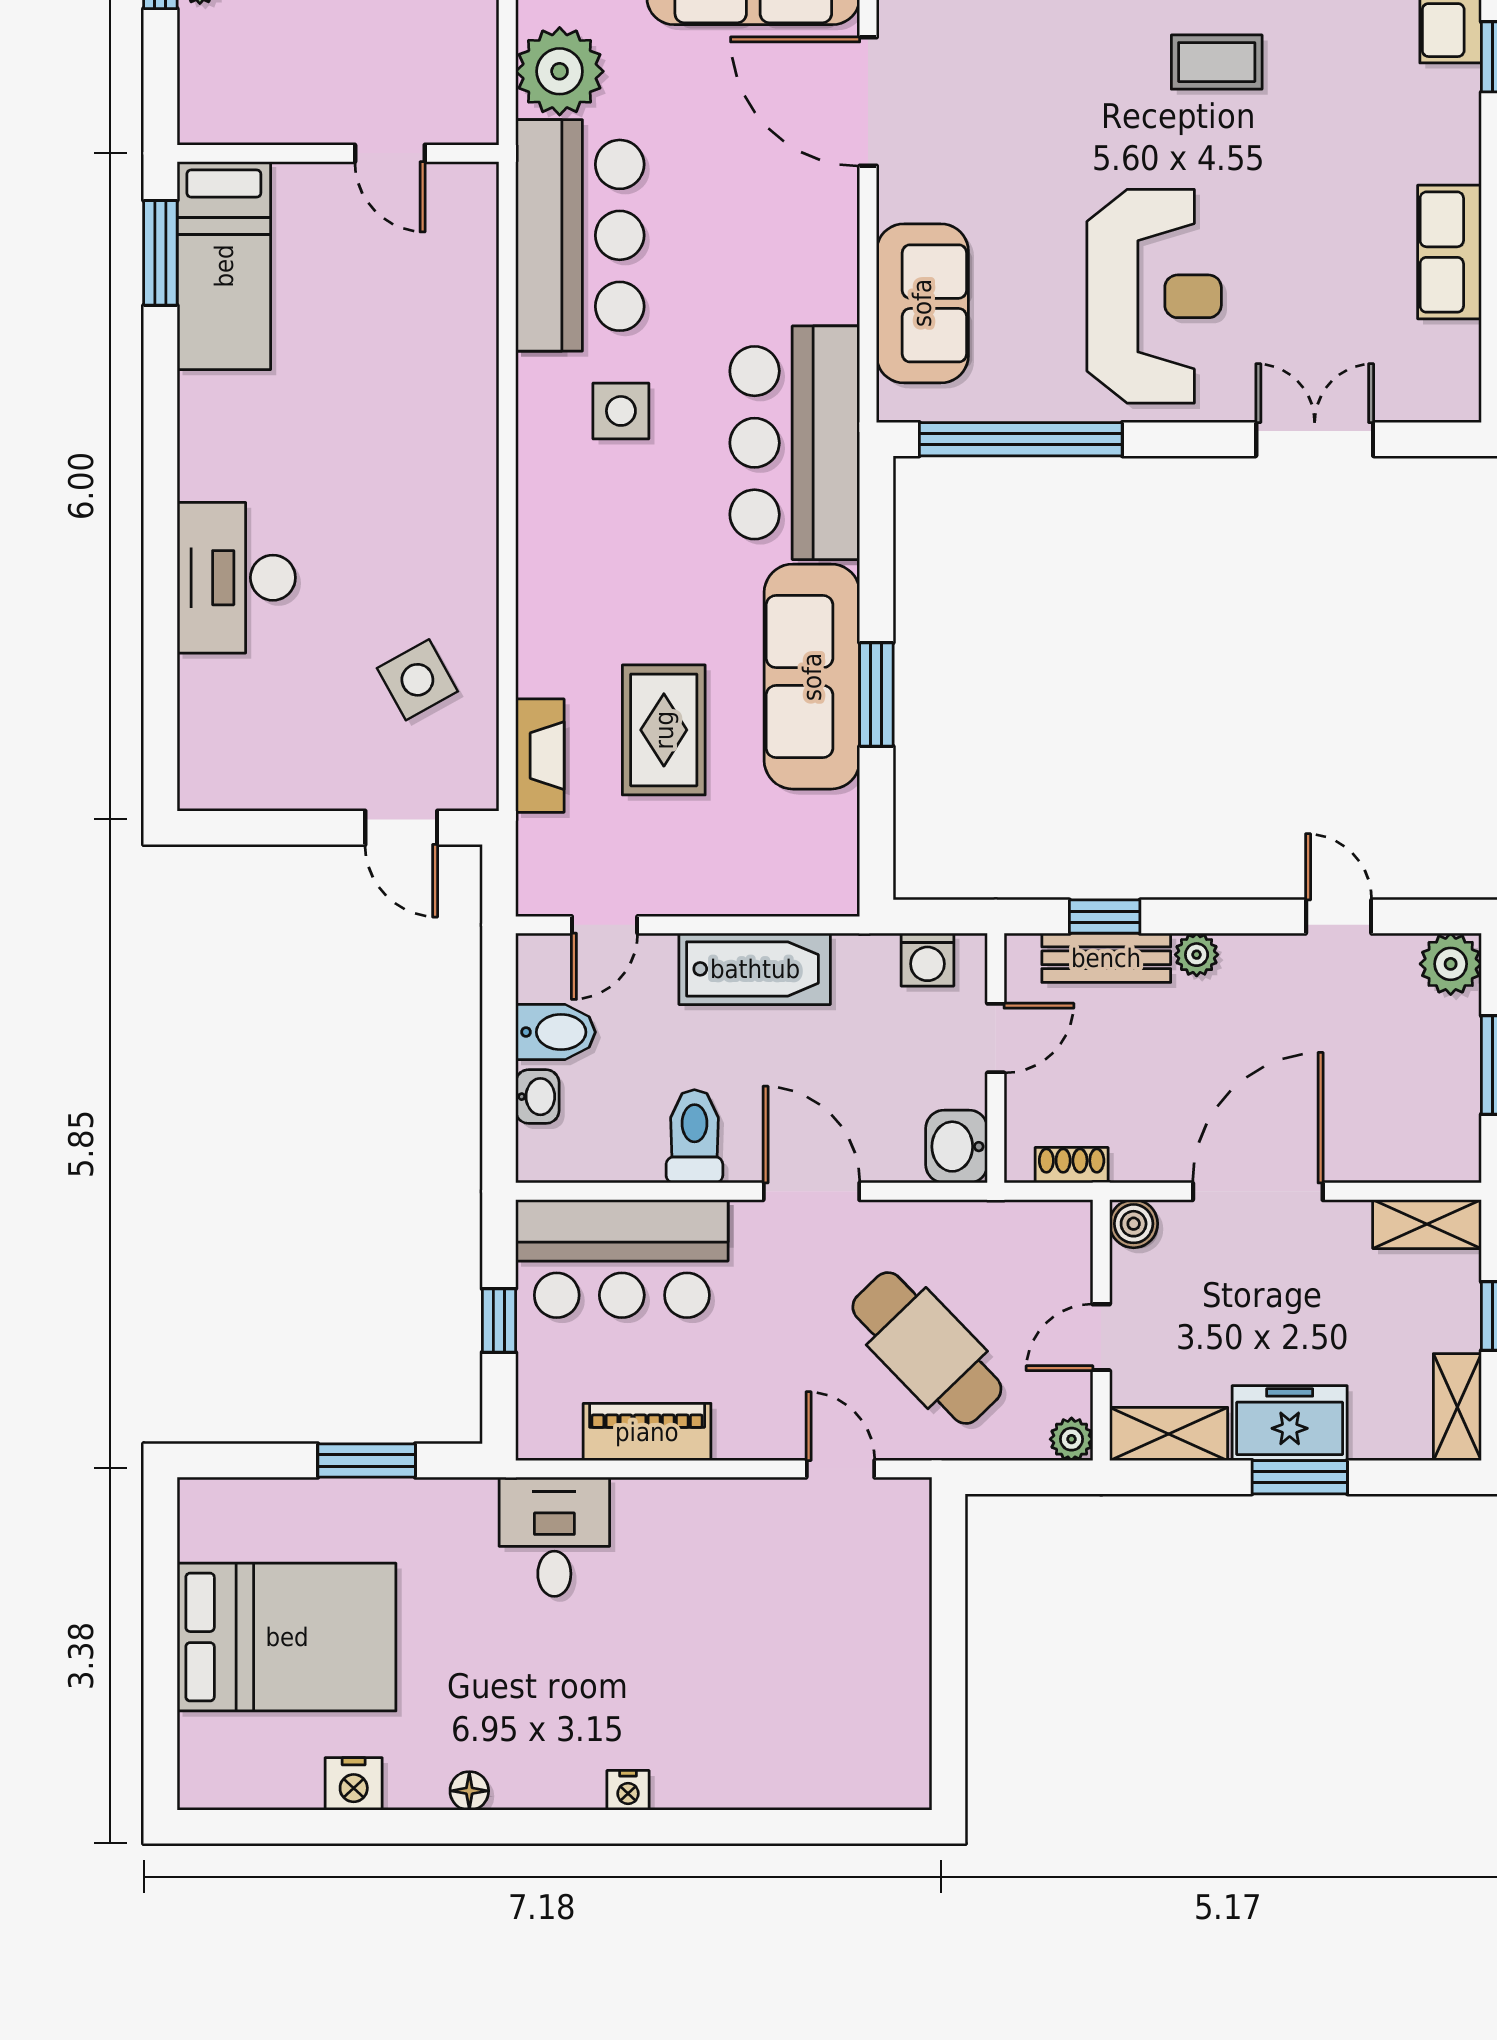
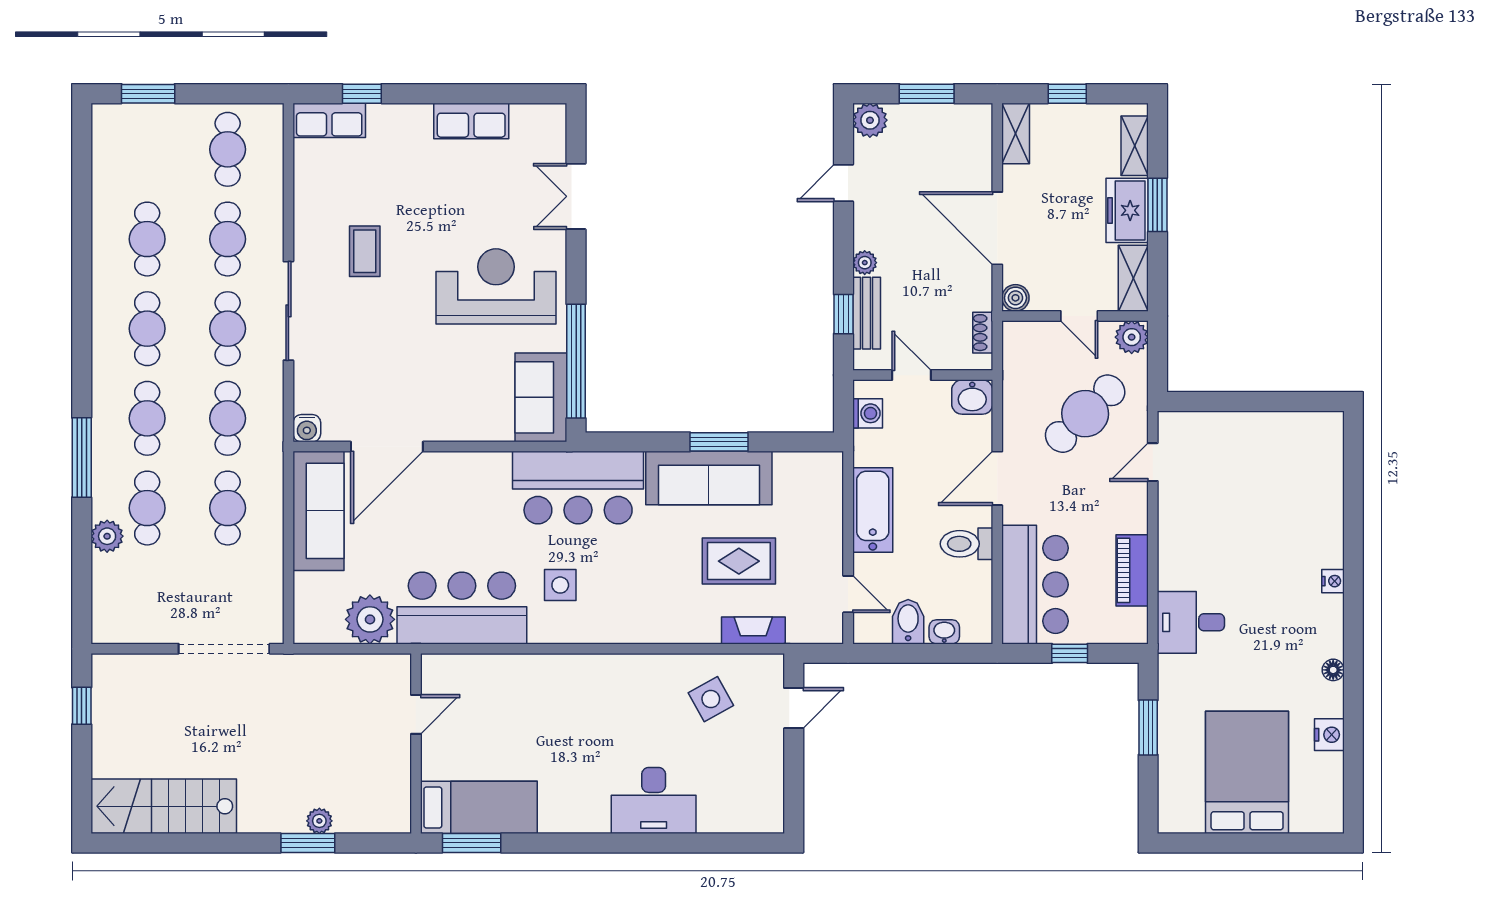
sofa: (922, 303) -> (541, 397), moved, turned -90
shelving: (1457, 1407) -> (1135, 146), moved, turned 90
plant: (1071, 1439) -> (1132, 337), width x1.38, depth x1.38

